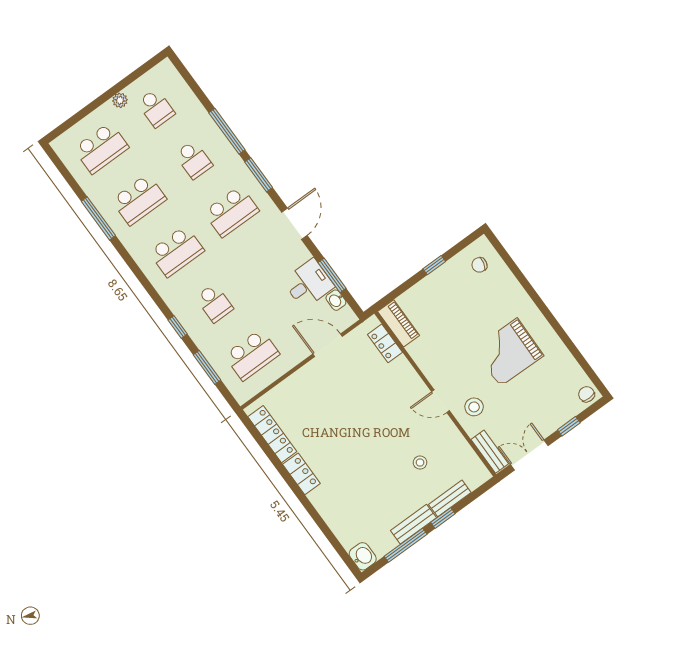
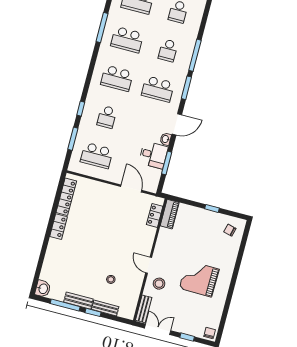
washbasin: (336, 300) -> (166, 139), moved

